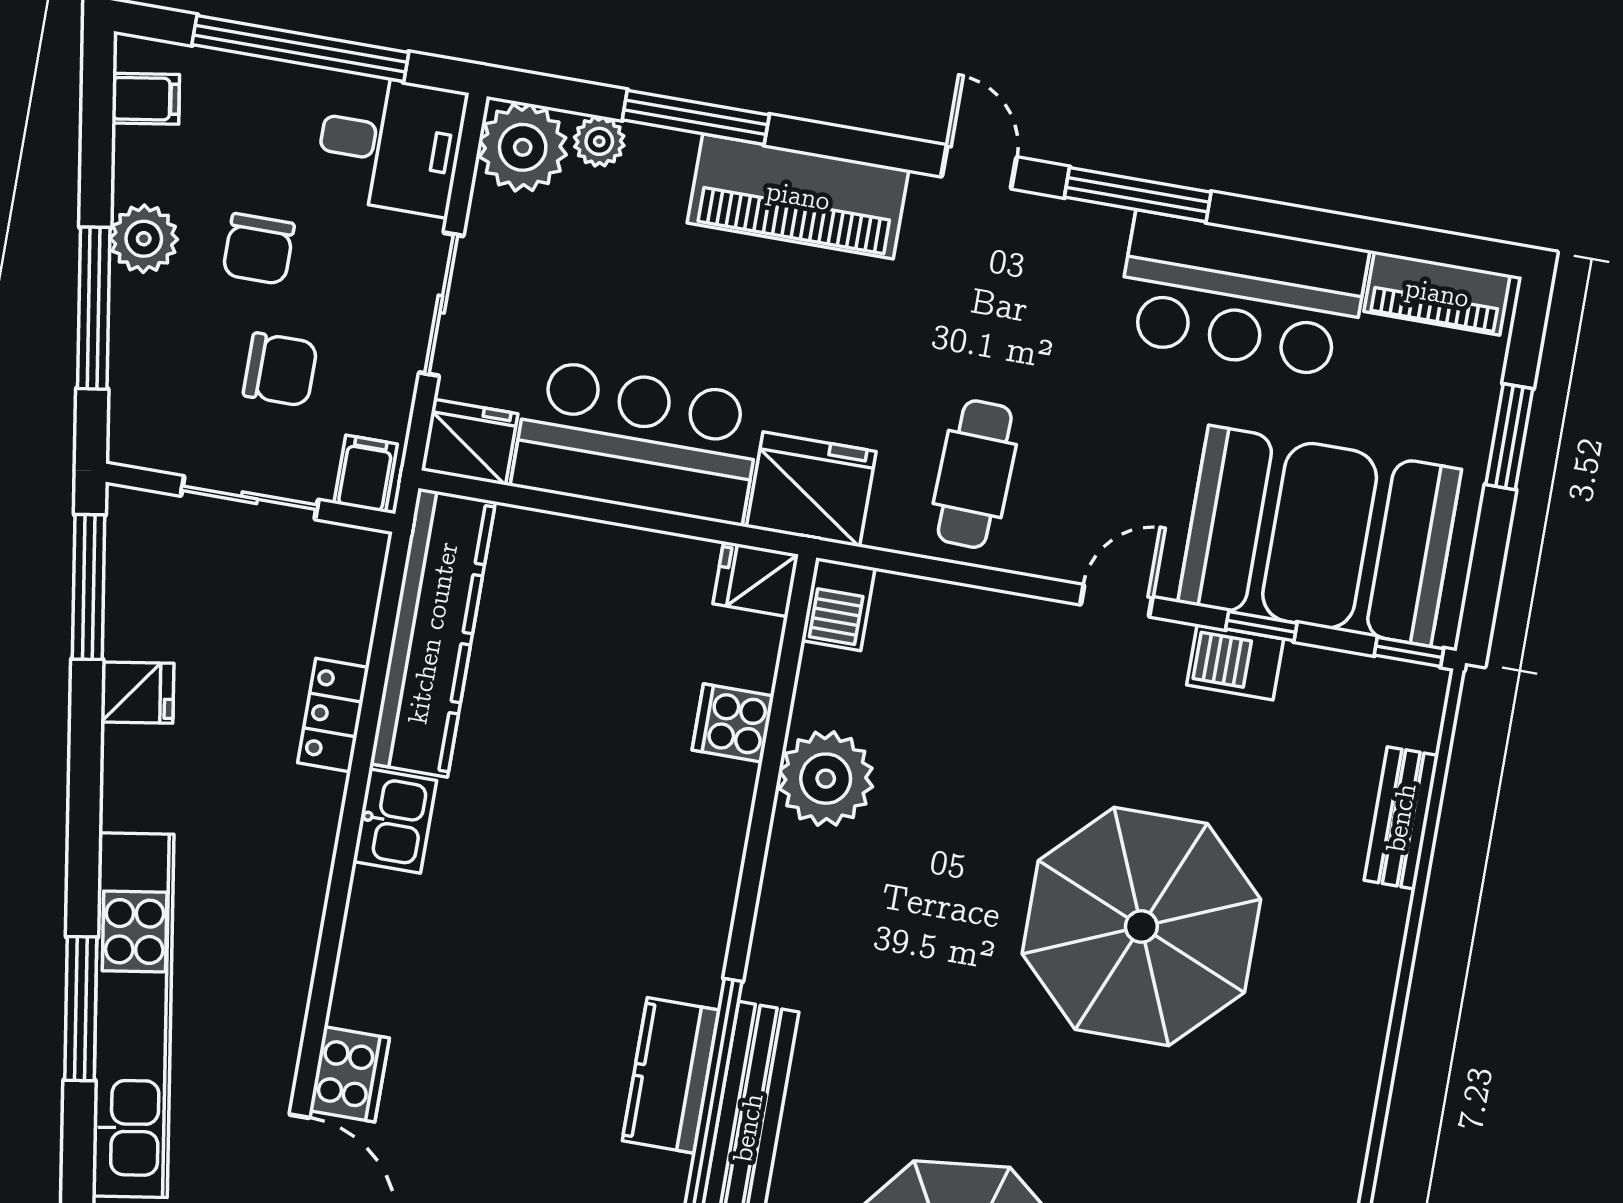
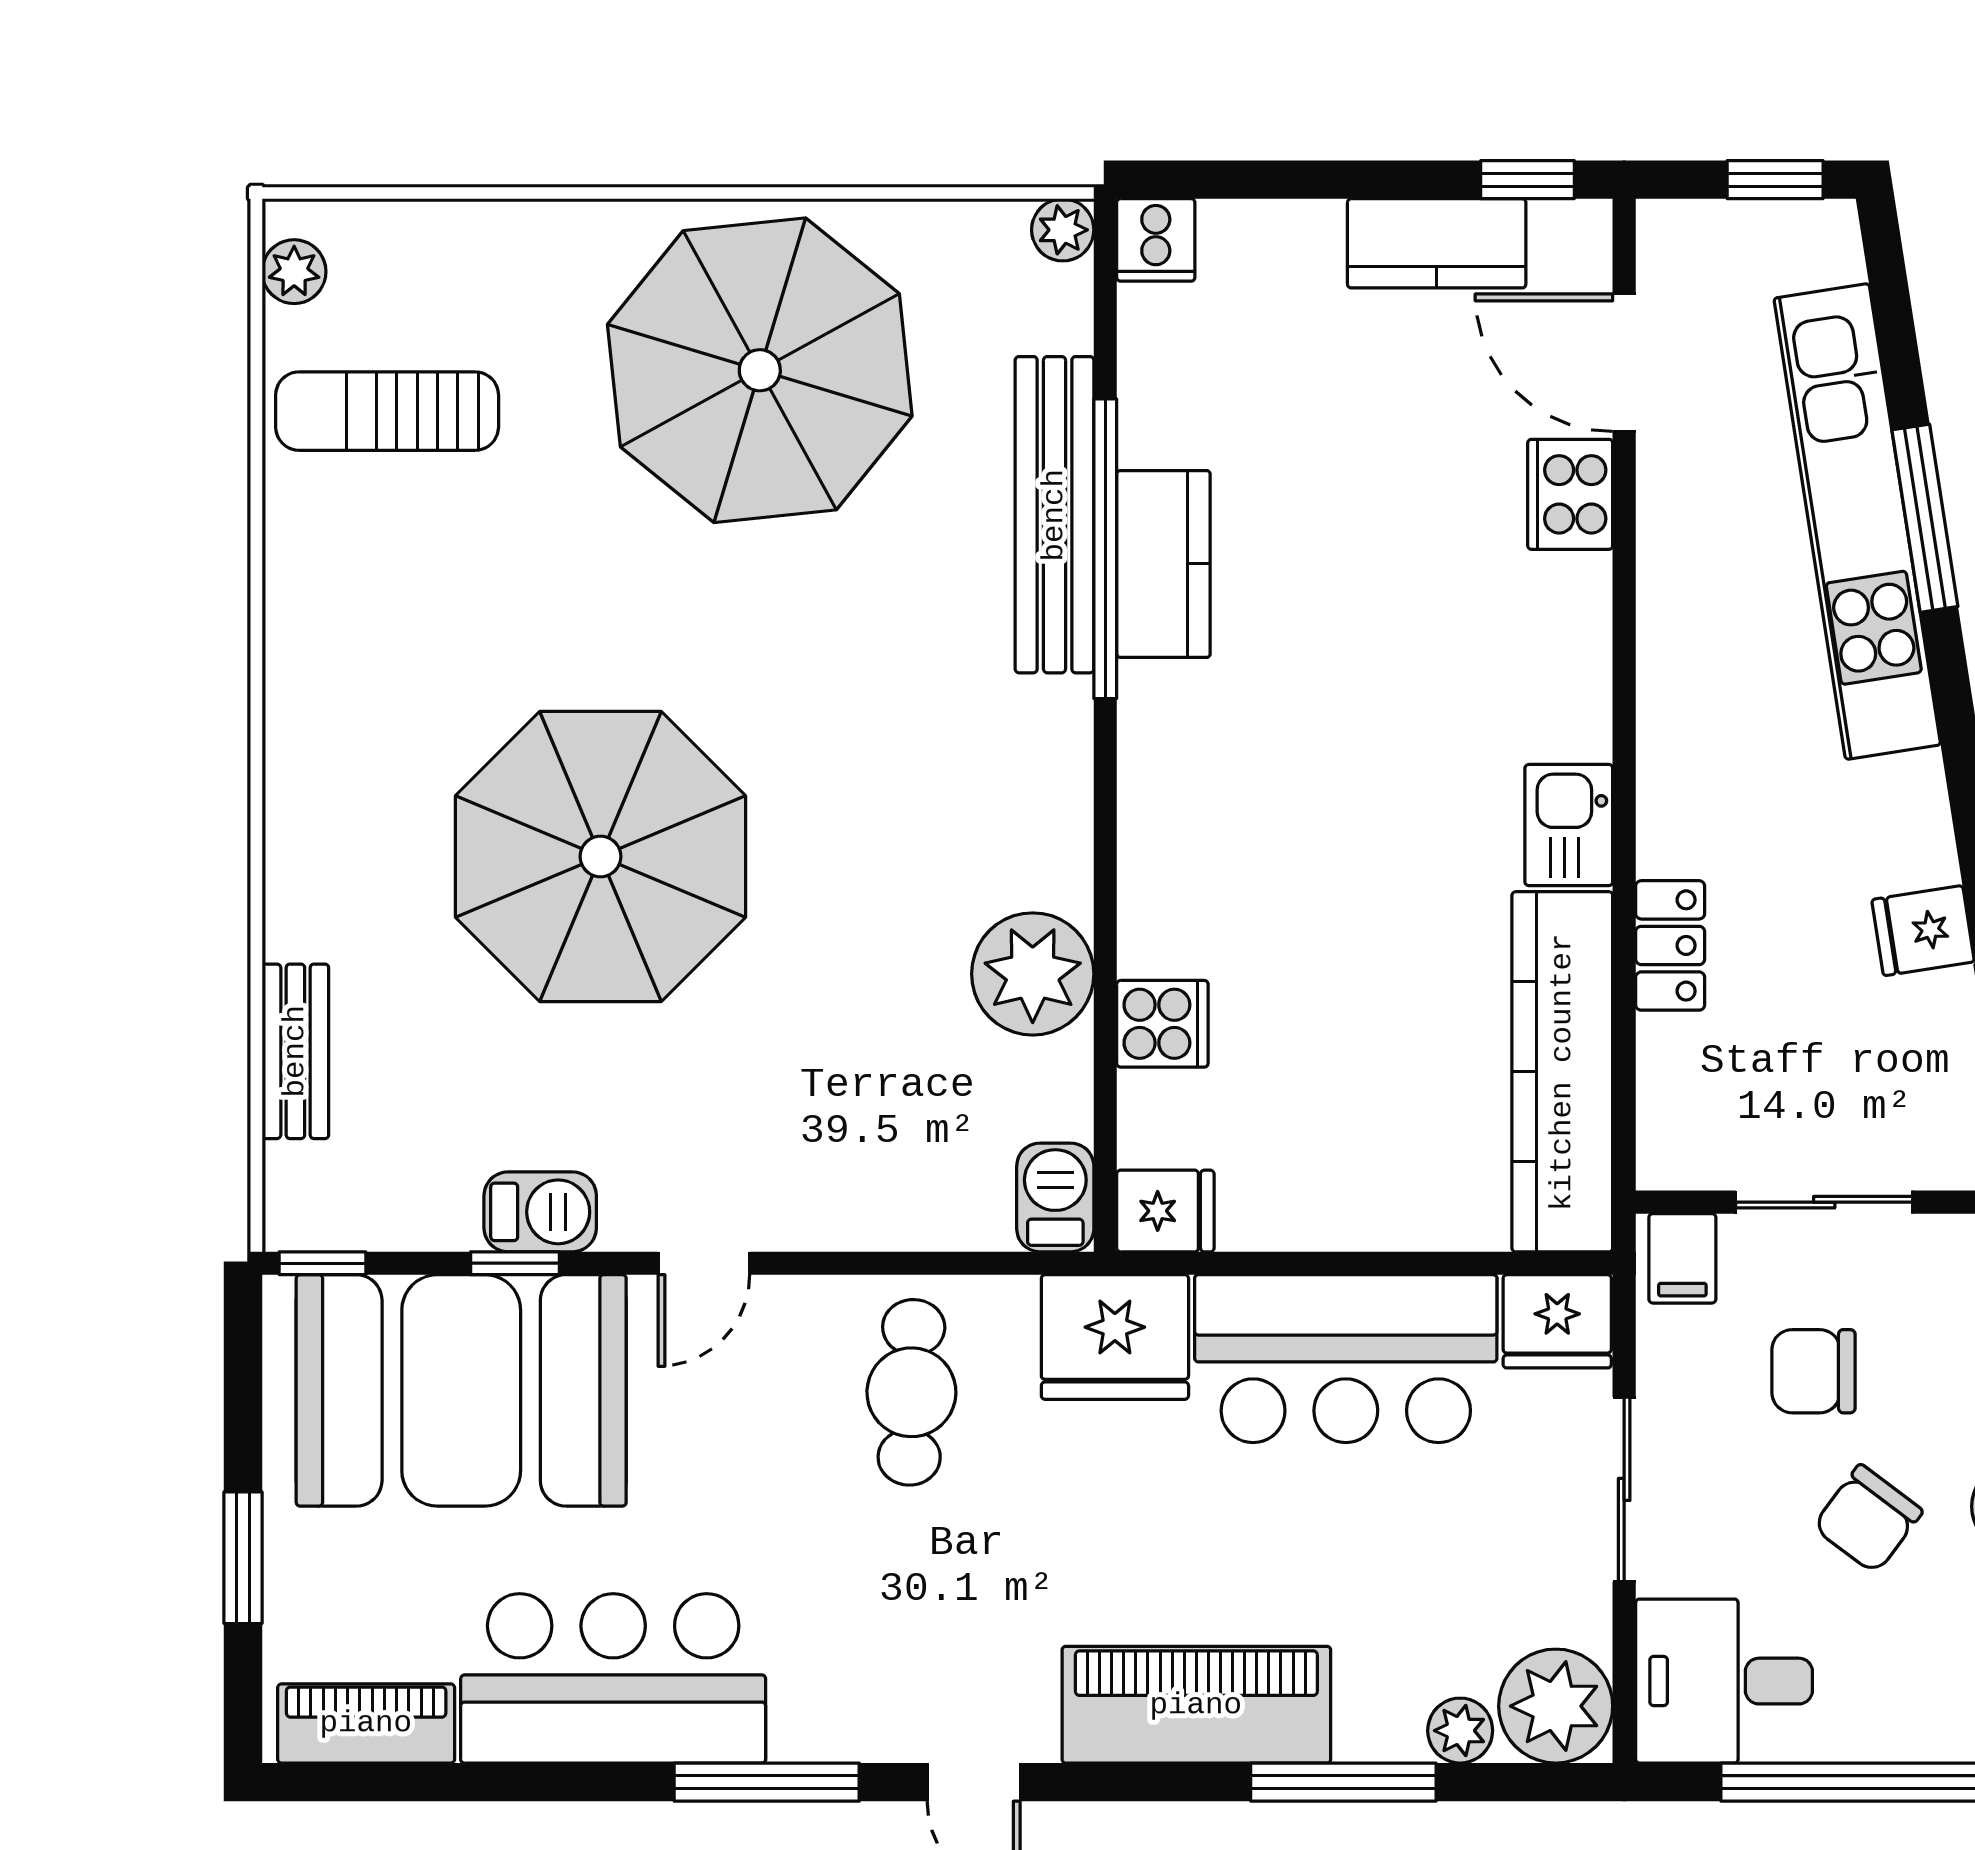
chair: (258, 249) -> (1868, 1519), turned -143

